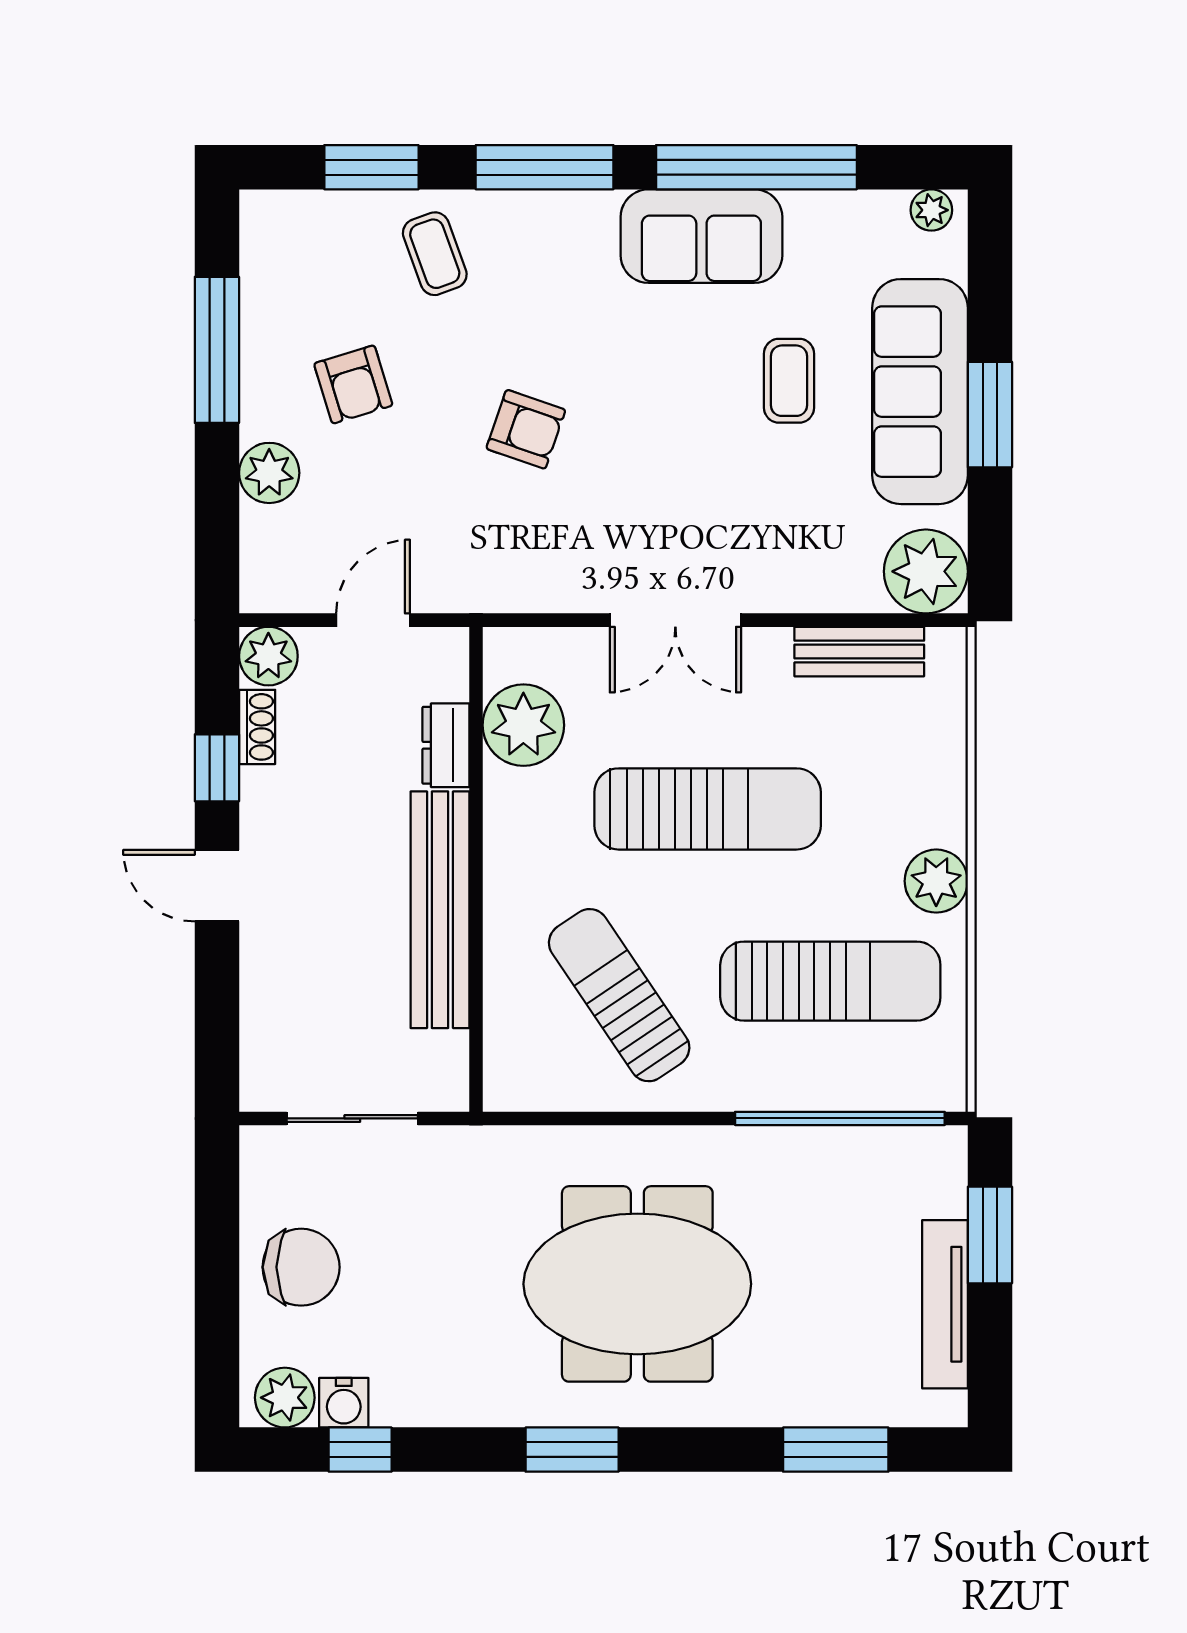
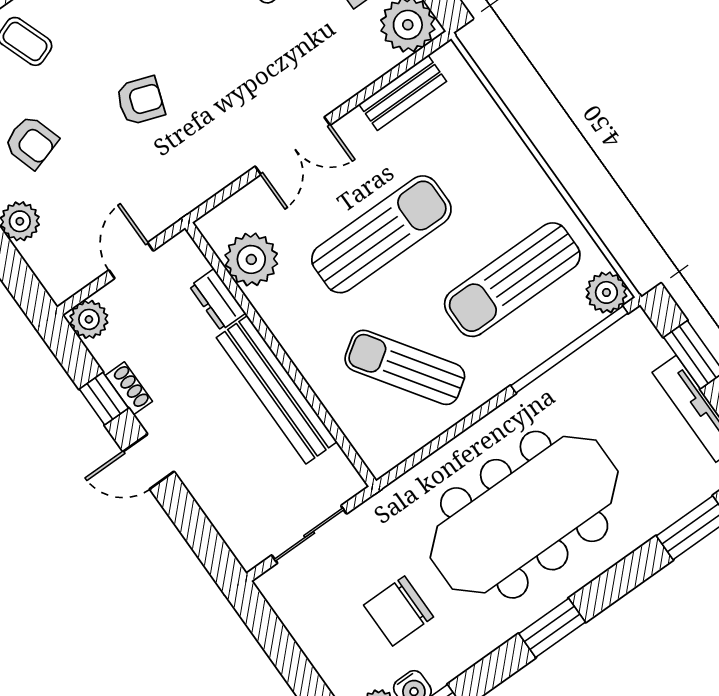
shoe rack: (257, 727) -> (129, 388), moved
plant: (936, 881) -> (606, 292), moved
sun lounger: (830, 981) -> (512, 280), turned 180
chair: (301, 1267) -> (399, 611), moved, turned 180
meeting table: (637, 1284) -> (524, 515), width x1.36

